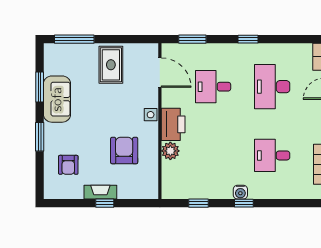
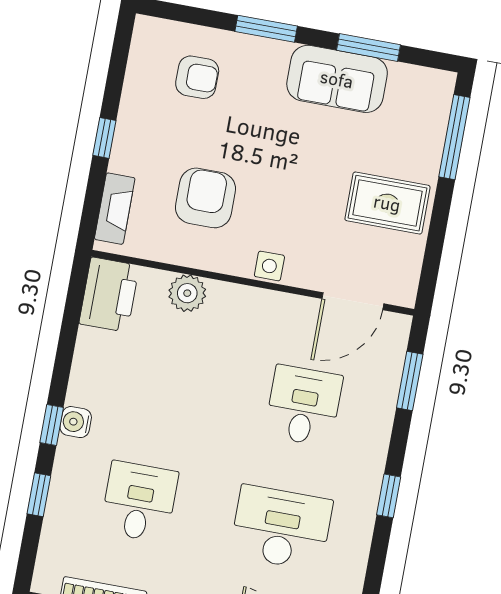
printer: (173, 124) -> (109, 295), moved, turned -90
armchair: (124, 151) -> (205, 198), turned -90
armchair: (68, 165) -> (197, 77), turned 180
fireplace: (100, 192) -> (115, 209), moved
window: (199, 203) -> (39, 495), moved

